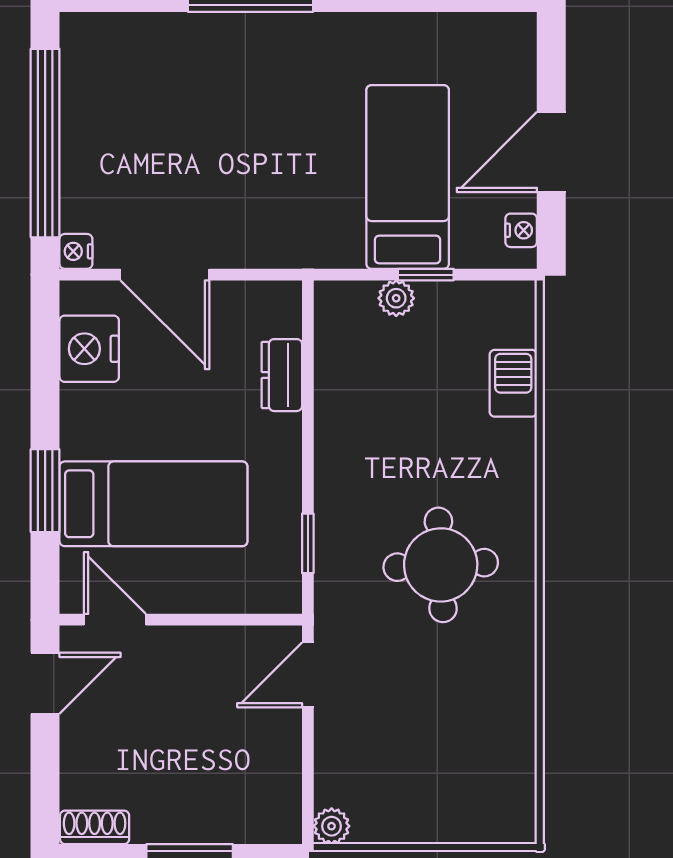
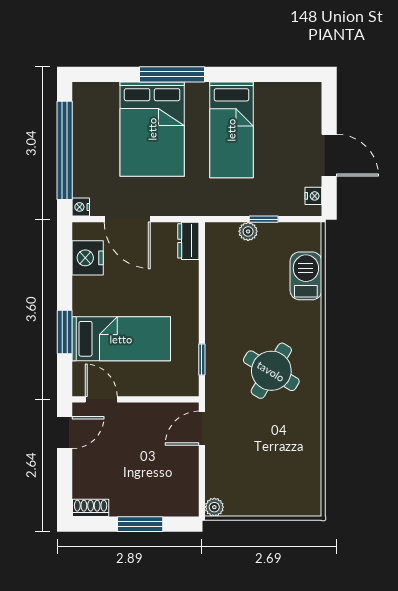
bed: (212, 102) -> (152, 129), added
door: (551, 152) -> (329, 155), swing flipped
bed: (408, 177) -> (231, 130), moved, turned 180
dresser: (282, 375) -> (188, 241), moved
barbecue: (513, 383) -> (306, 276), width x1.38, depth x1.27
round table: (441, 565) -> (271, 371), turned 34

